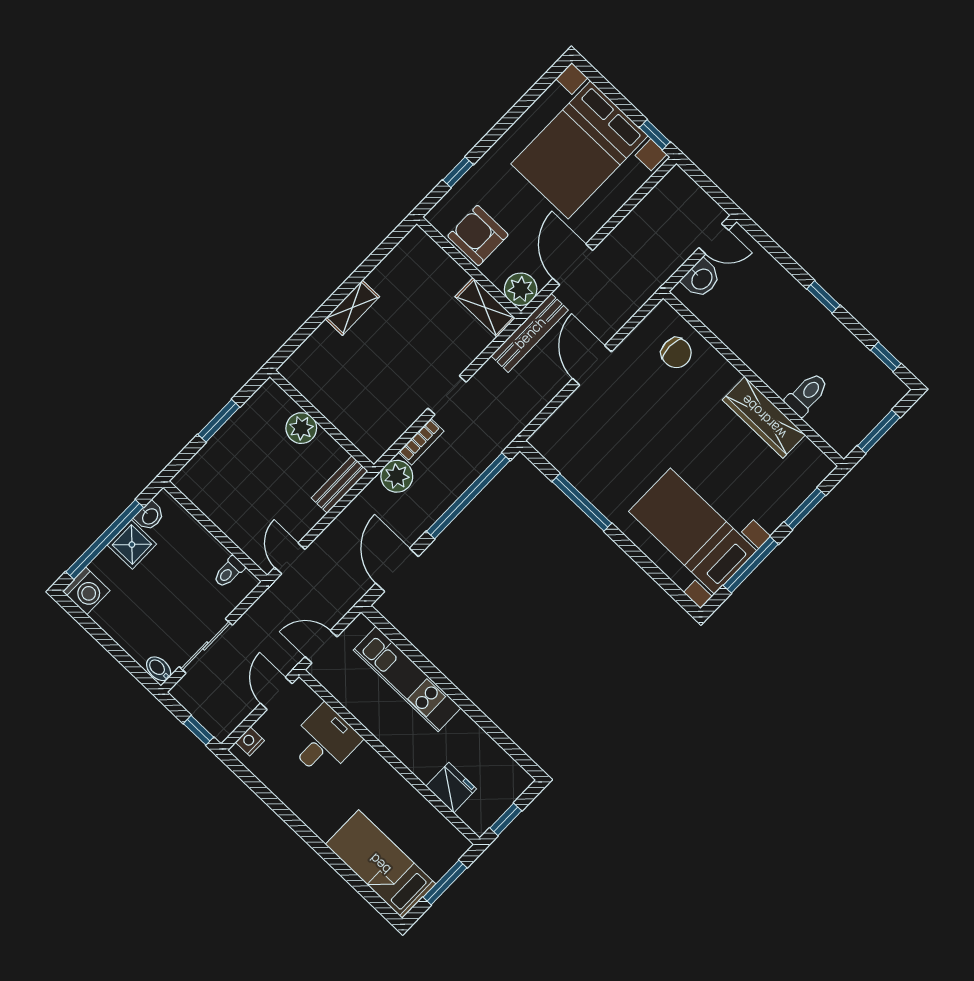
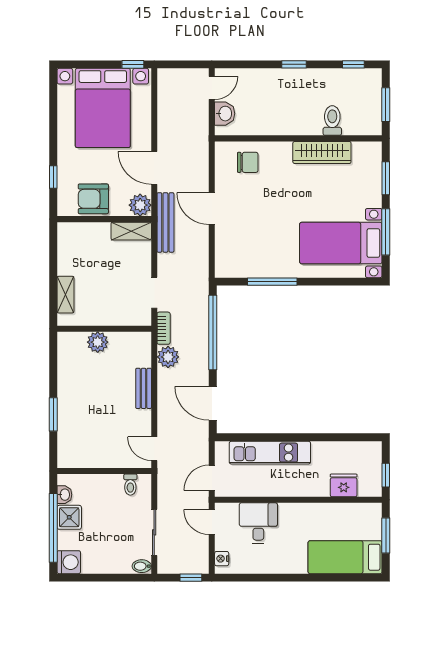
wall: (322, 421) -> (104, 329), moved
plant: (301, 428) -> (98, 342), moved

